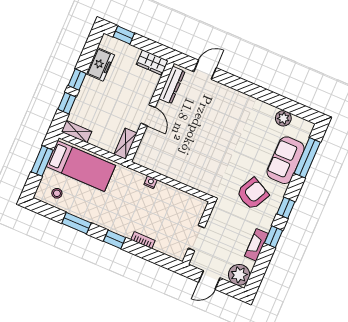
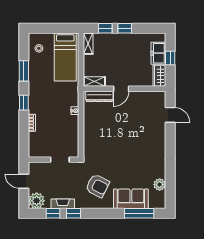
window: (124, 35) -> (170, 58), moved
freezer: (100, 64) -> (158, 53), moved, turned 90
dresser: (172, 85) -> (99, 96), moved
window: (42, 161) -> (57, 28), removed
window: (286, 208) -> (53, 213), moved
doorway: (196, 238) -> (60, 160), moved

